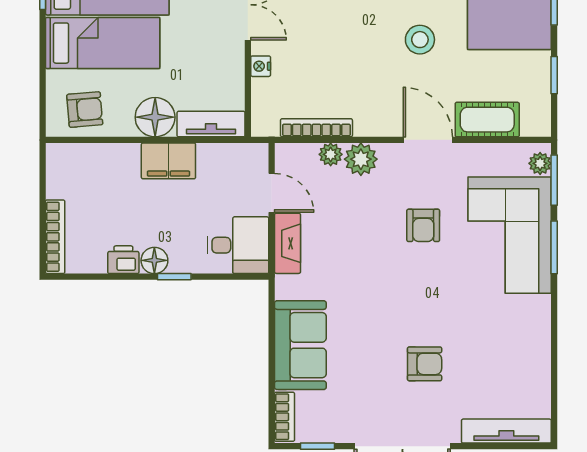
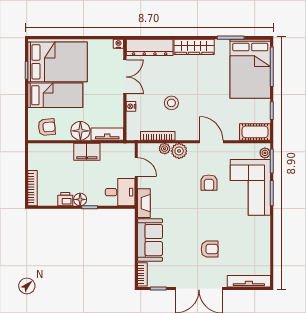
stool: (420, 40) -> (171, 103), moved
cot: (487, 120) -> (255, 132), moved
fireplace: (288, 243) -> (144, 203), moved

